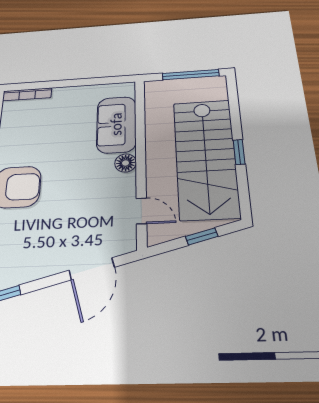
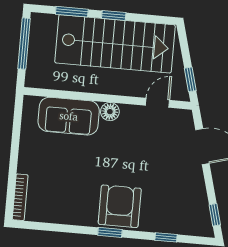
window: (235, 111) -> (72, 12), added
window: (202, 236) -> (190, 79), moved

